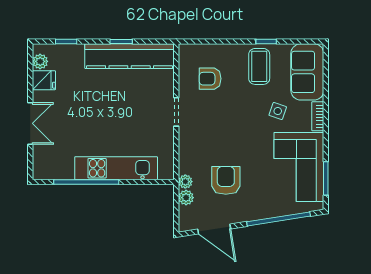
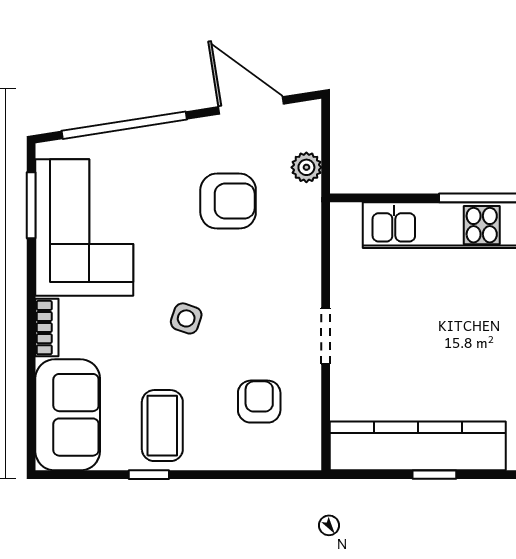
armchair: (210, 79) -> (259, 402), turned -90
side table: (278, 111) -> (186, 318), moved
armchair: (226, 180) -> (228, 201), turned -90
plant: (185, 182) -> (308, 199), removed

